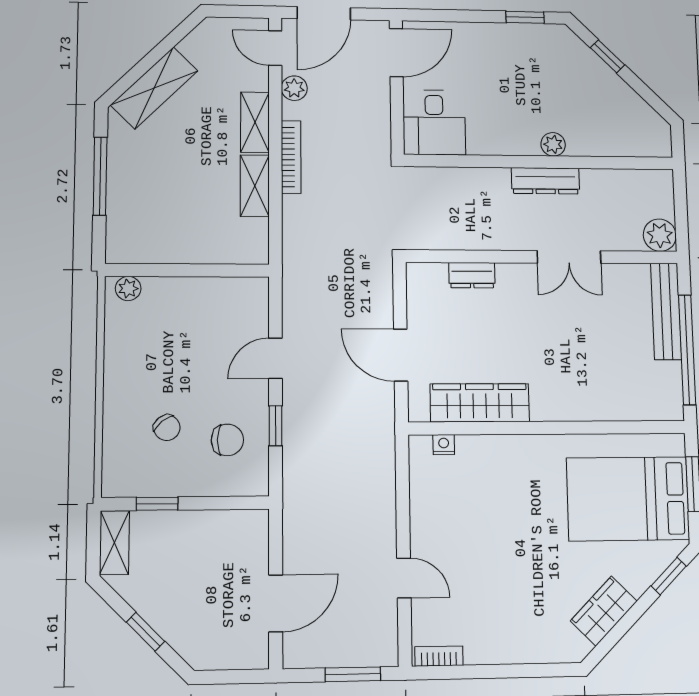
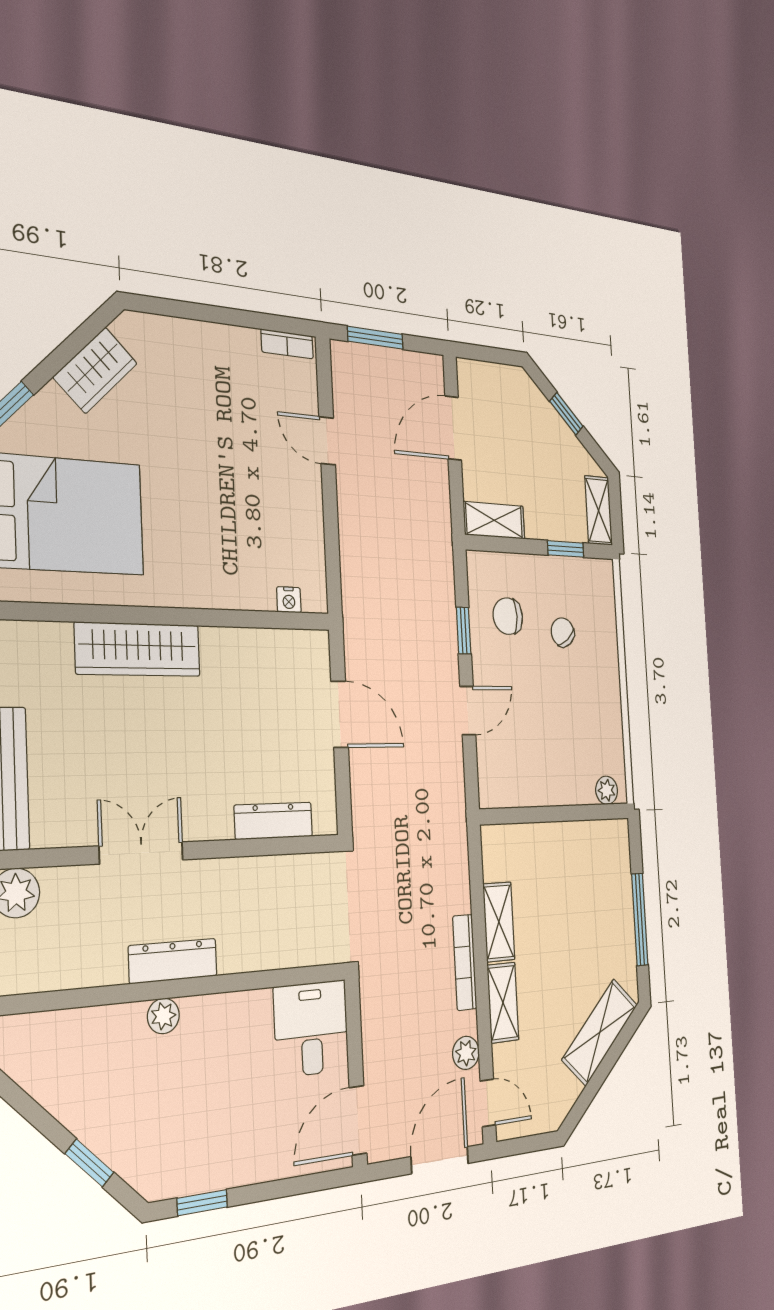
dresser: (472, 275) -> (274, 821), width x1.44
wardrobe: (480, 403) -> (138, 649), moved
shelving: (236, 524) -> (494, 520), added

